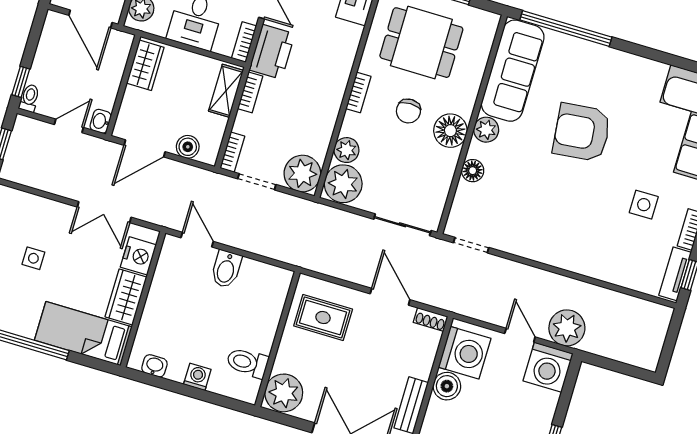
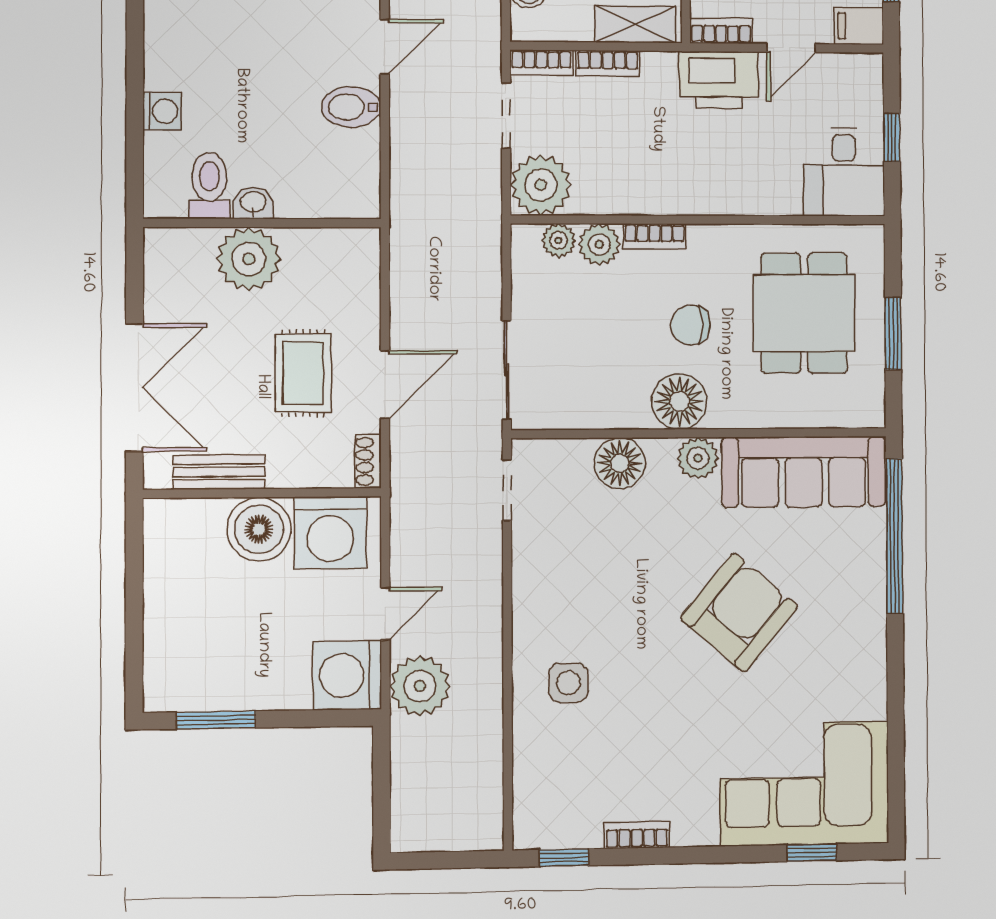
bookcase: (250, 92) -> (608, 63), moved
bookcase: (358, 93) -> (654, 236), moved
armchair: (582, 132) -> (739, 612), turned 46
floor lamp: (473, 171) -> (620, 463), width x1.38, depth x1.38
plant: (343, 184) -> (559, 240), width x0.53, depth x0.53
side table: (644, 205) -> (569, 683), moved
tv unit: (675, 274) -> (559, 833), removed
rug: (323, 318) -> (303, 373), moved
washbasin: (154, 366) -> (253, 203), moved, turned -90
boiler: (447, 386) -> (259, 529), width x1.37, depth x1.37
plant: (284, 393) -> (249, 259), moved

